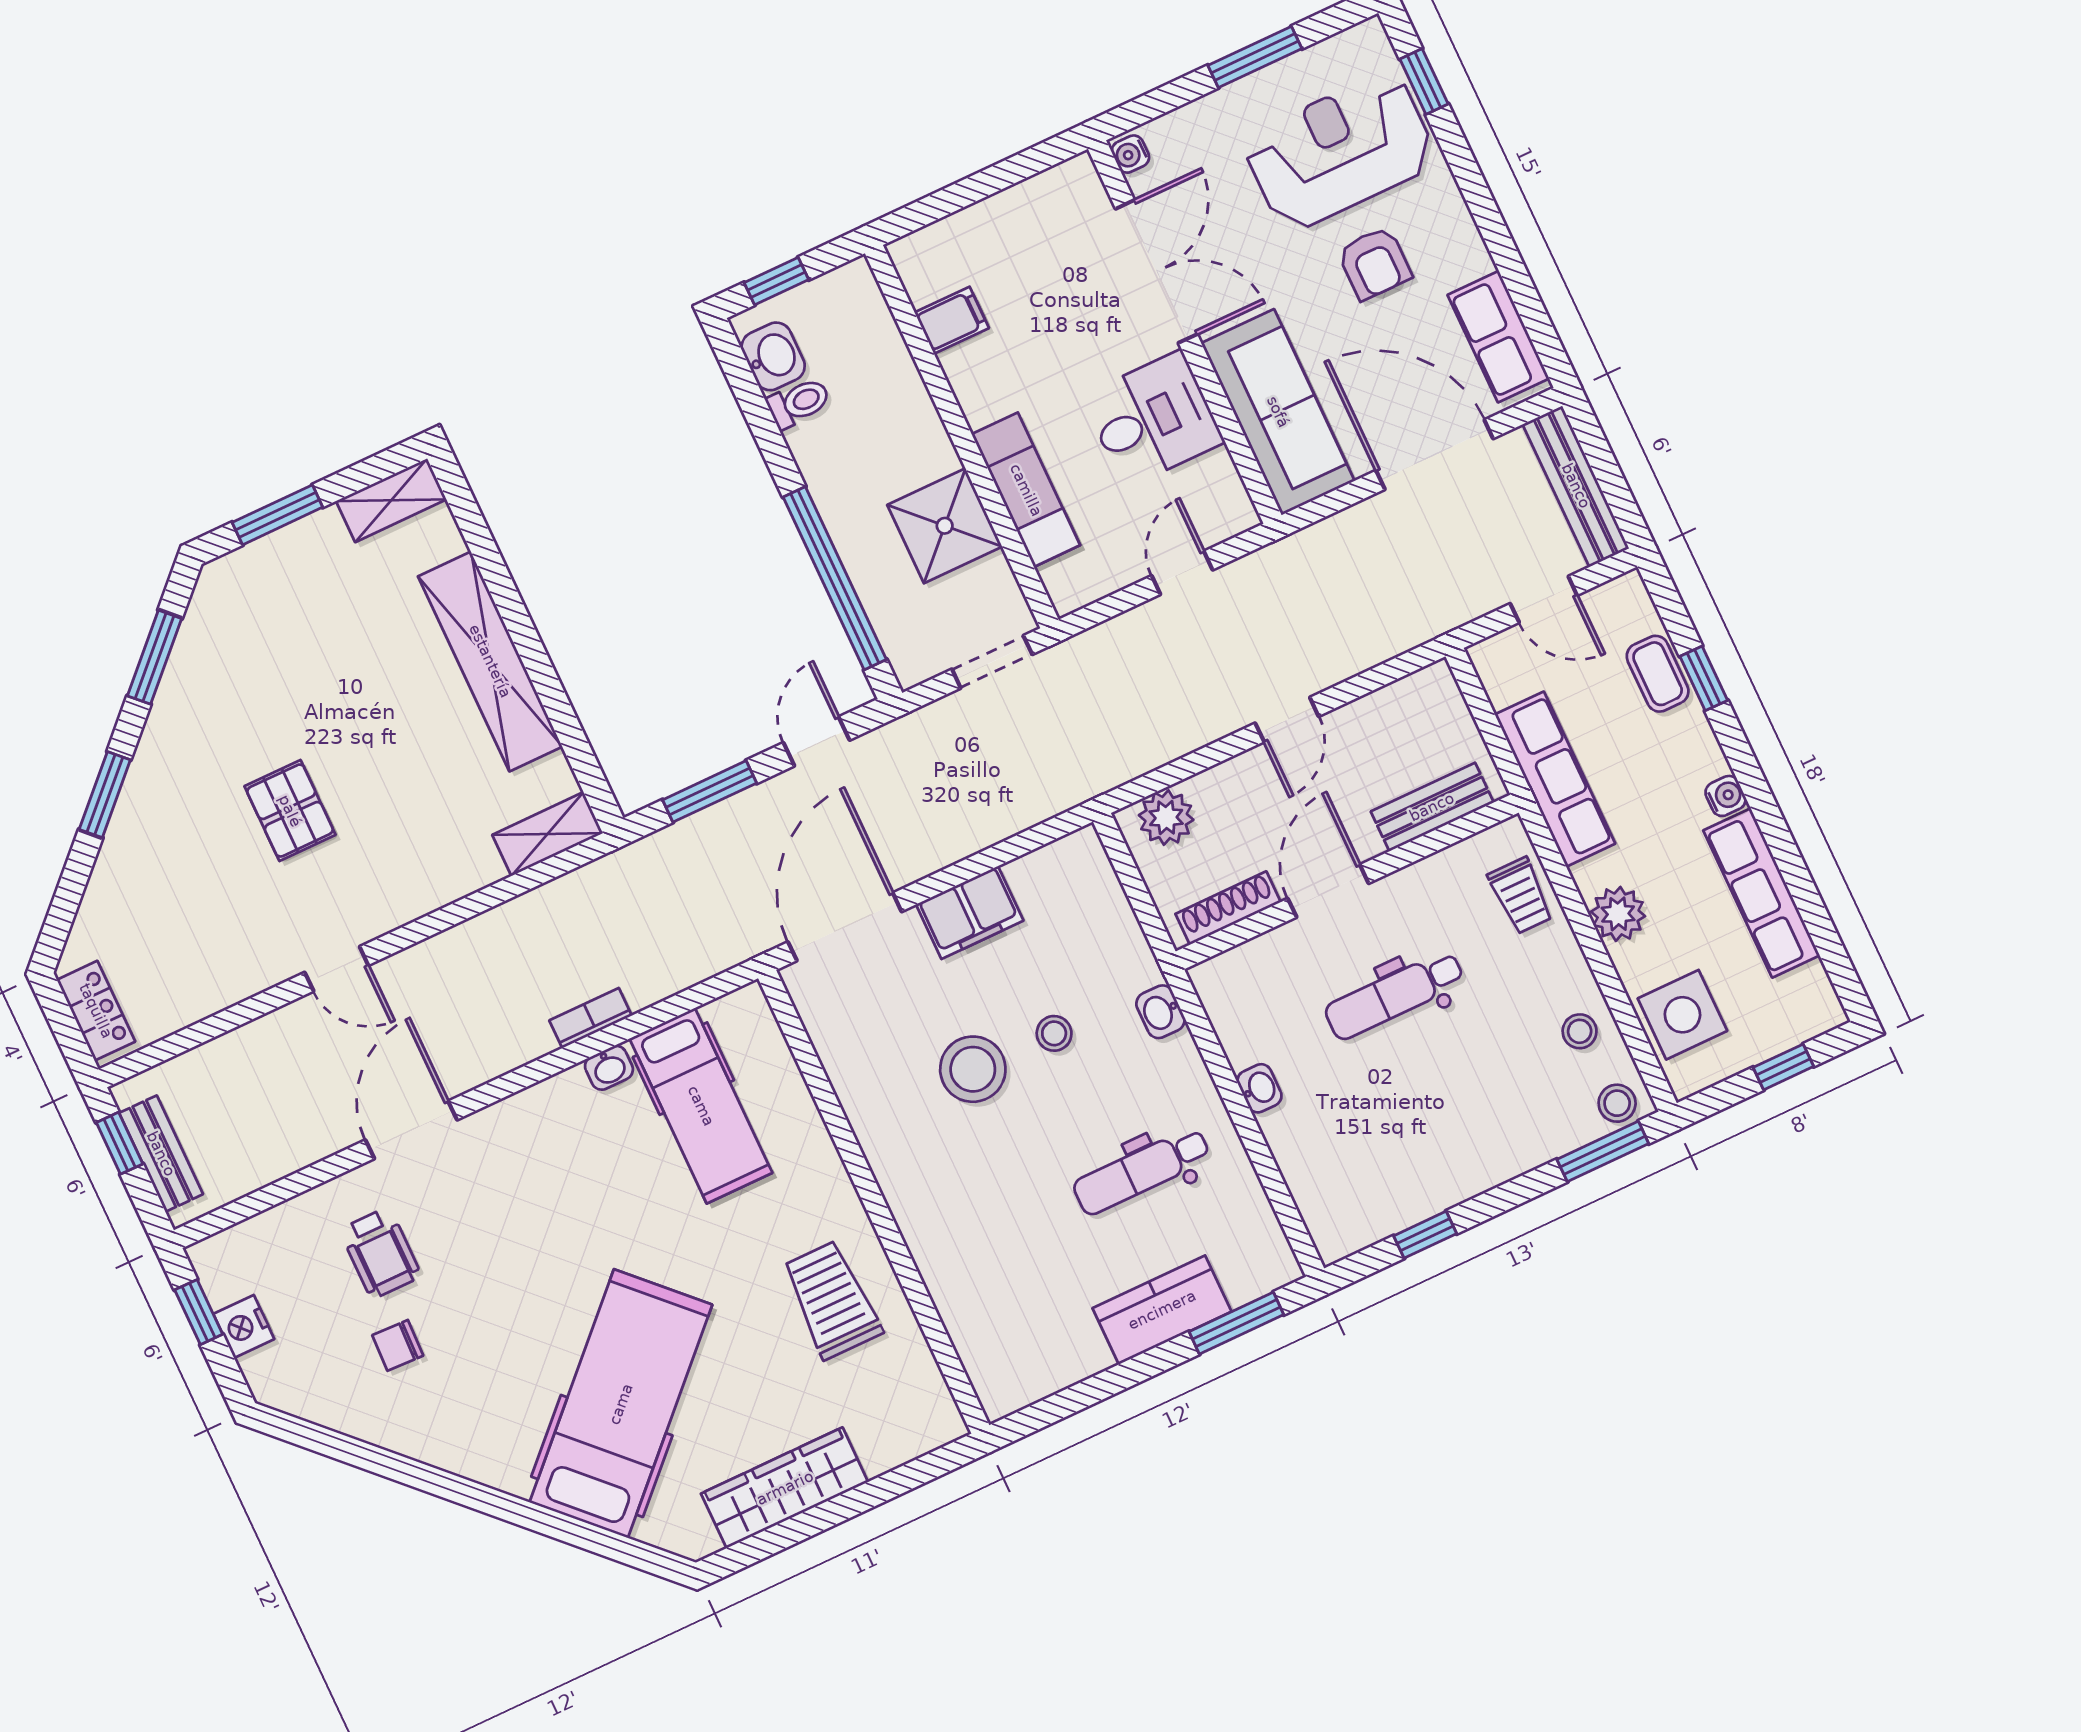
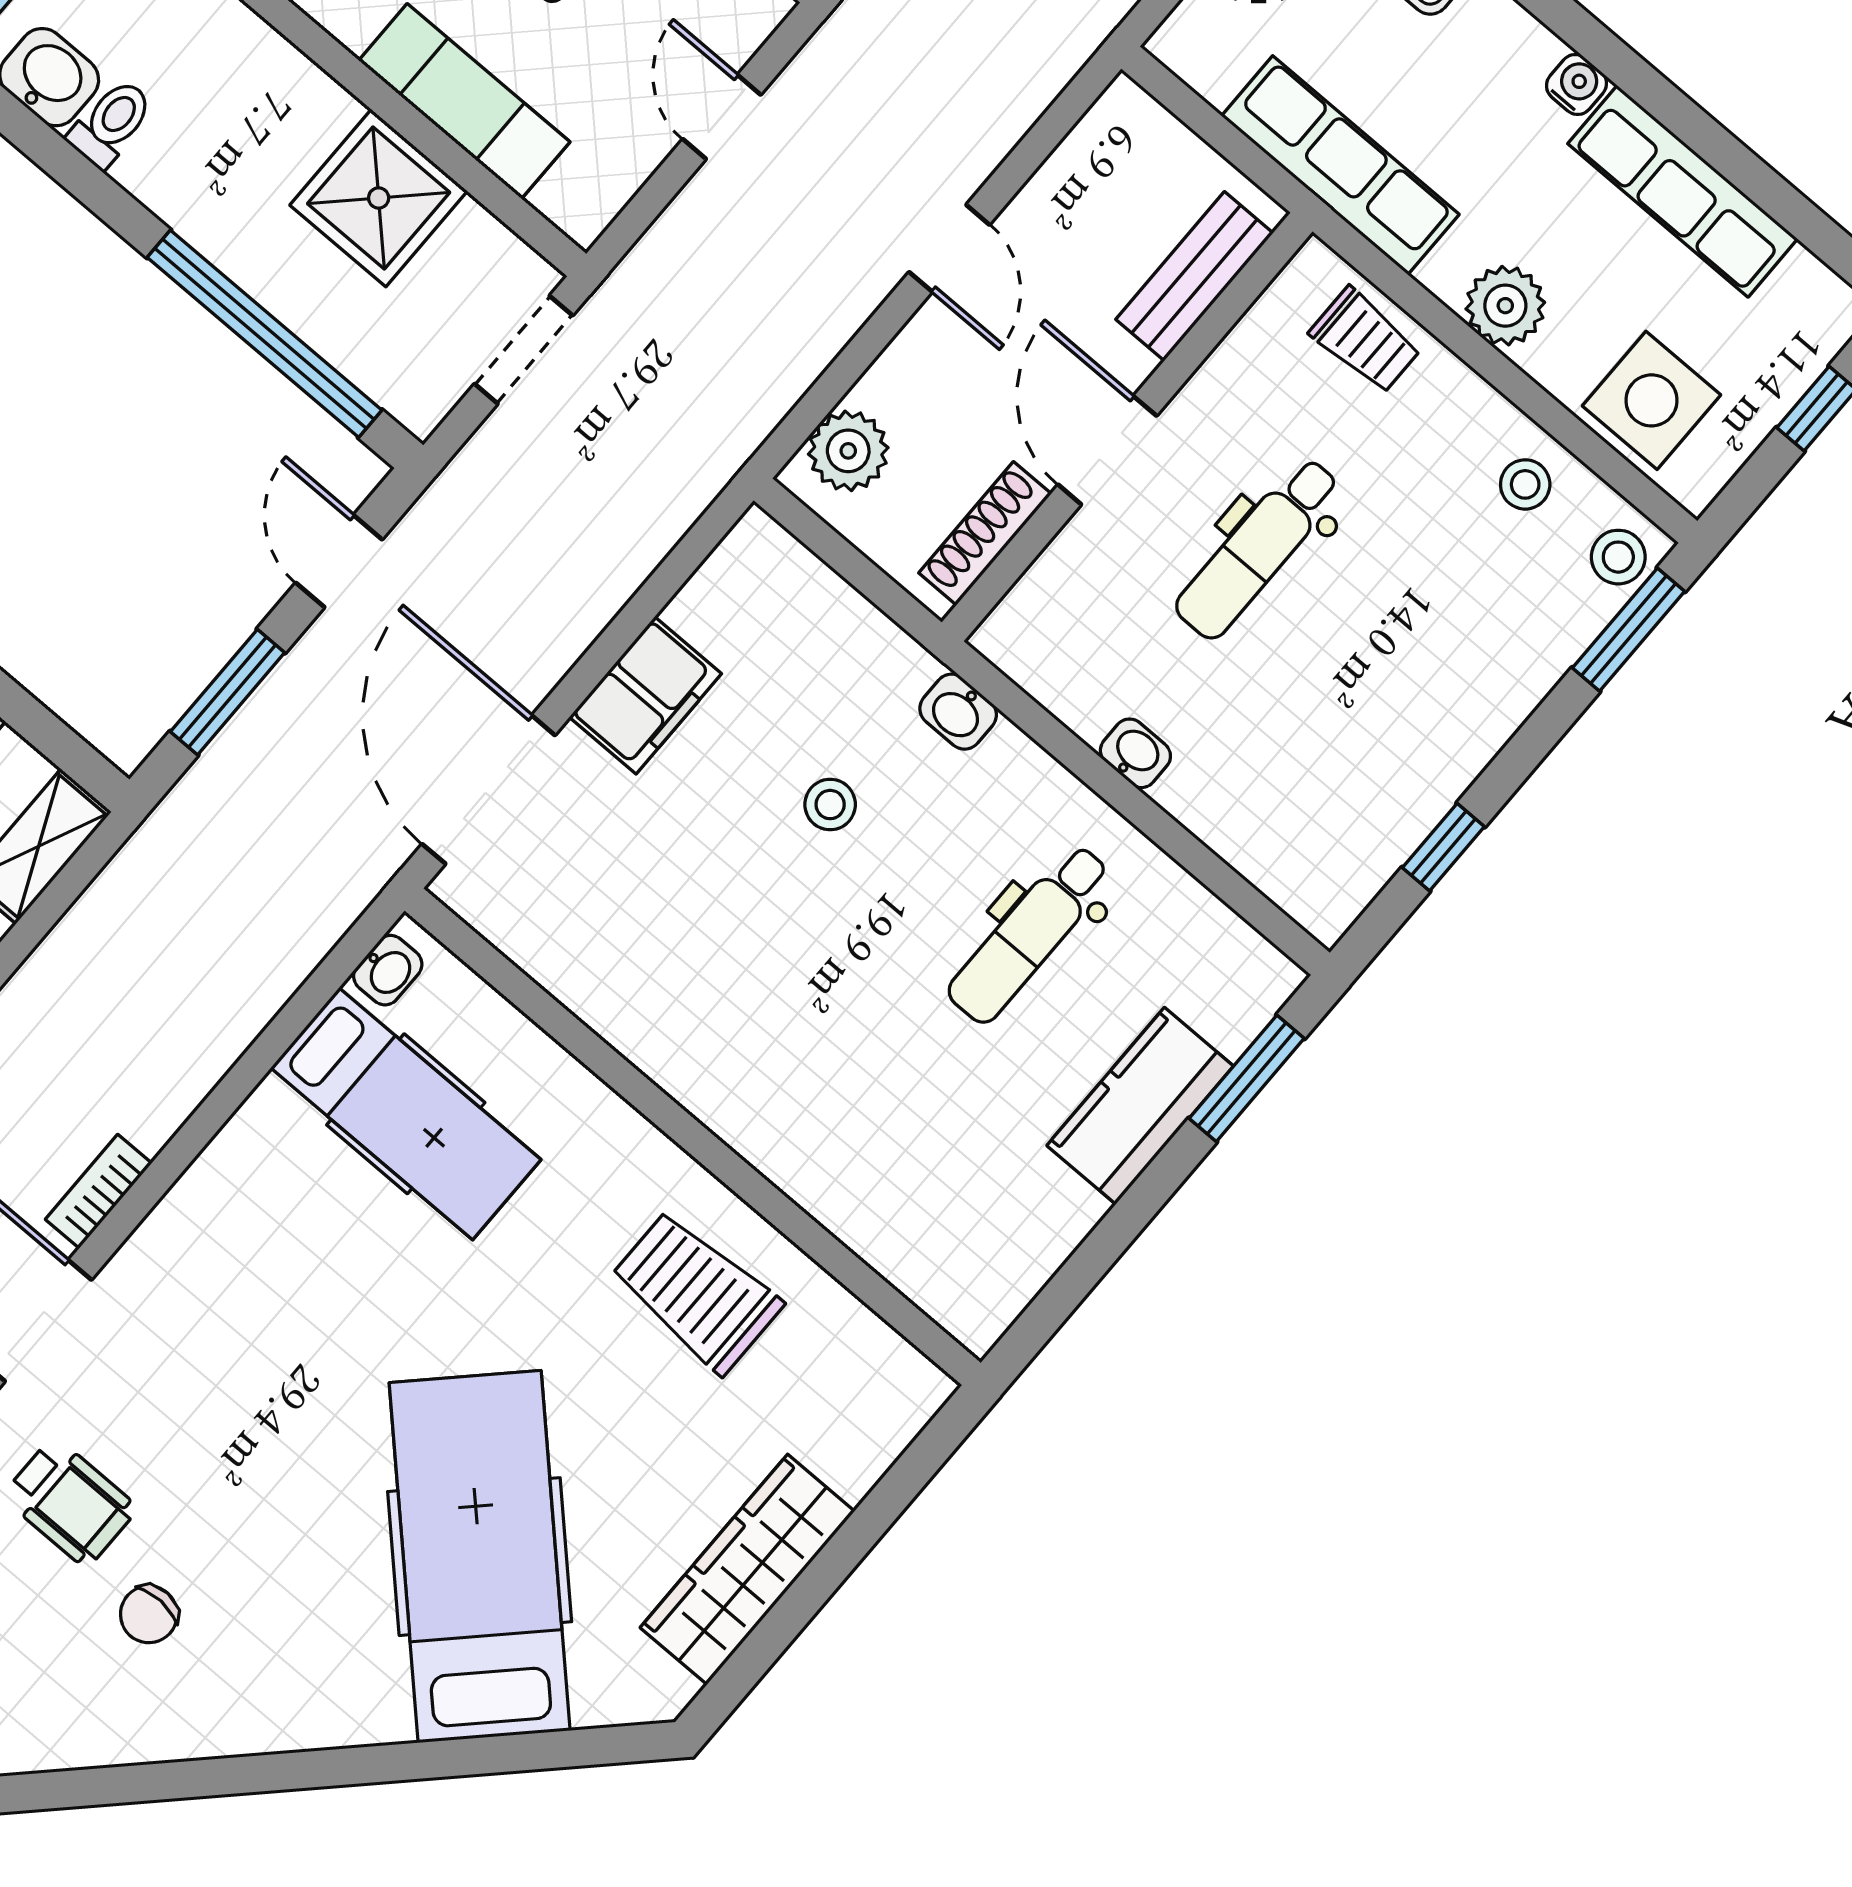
bookcase: (591, 1018) -> (98, 1191), moved
washbasin: (609, 1068) -> (388, 970), moved
stool: (973, 1069) -> (744, 901), removed

